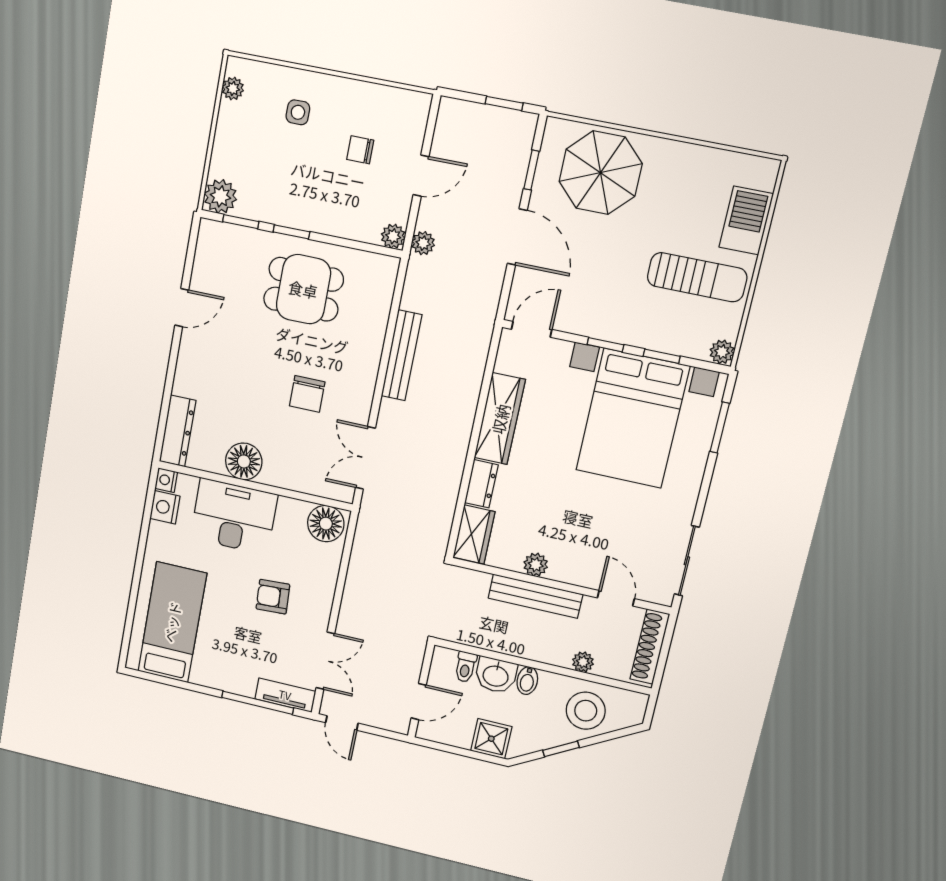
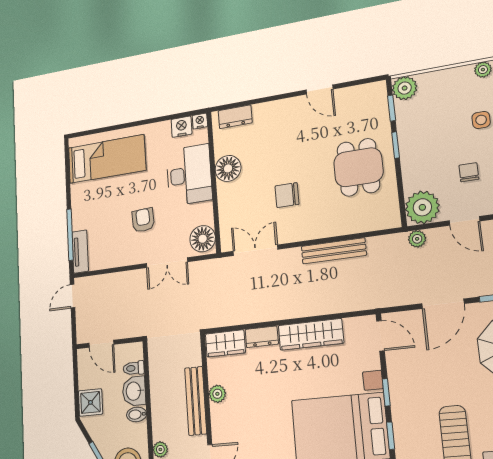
plant: (393, 236) -> (422, 207), width x1.88, depth x1.88
dresser: (178, 431) -> (235, 117), width x0.70
double door: (325, 661) -> (167, 263), moved

